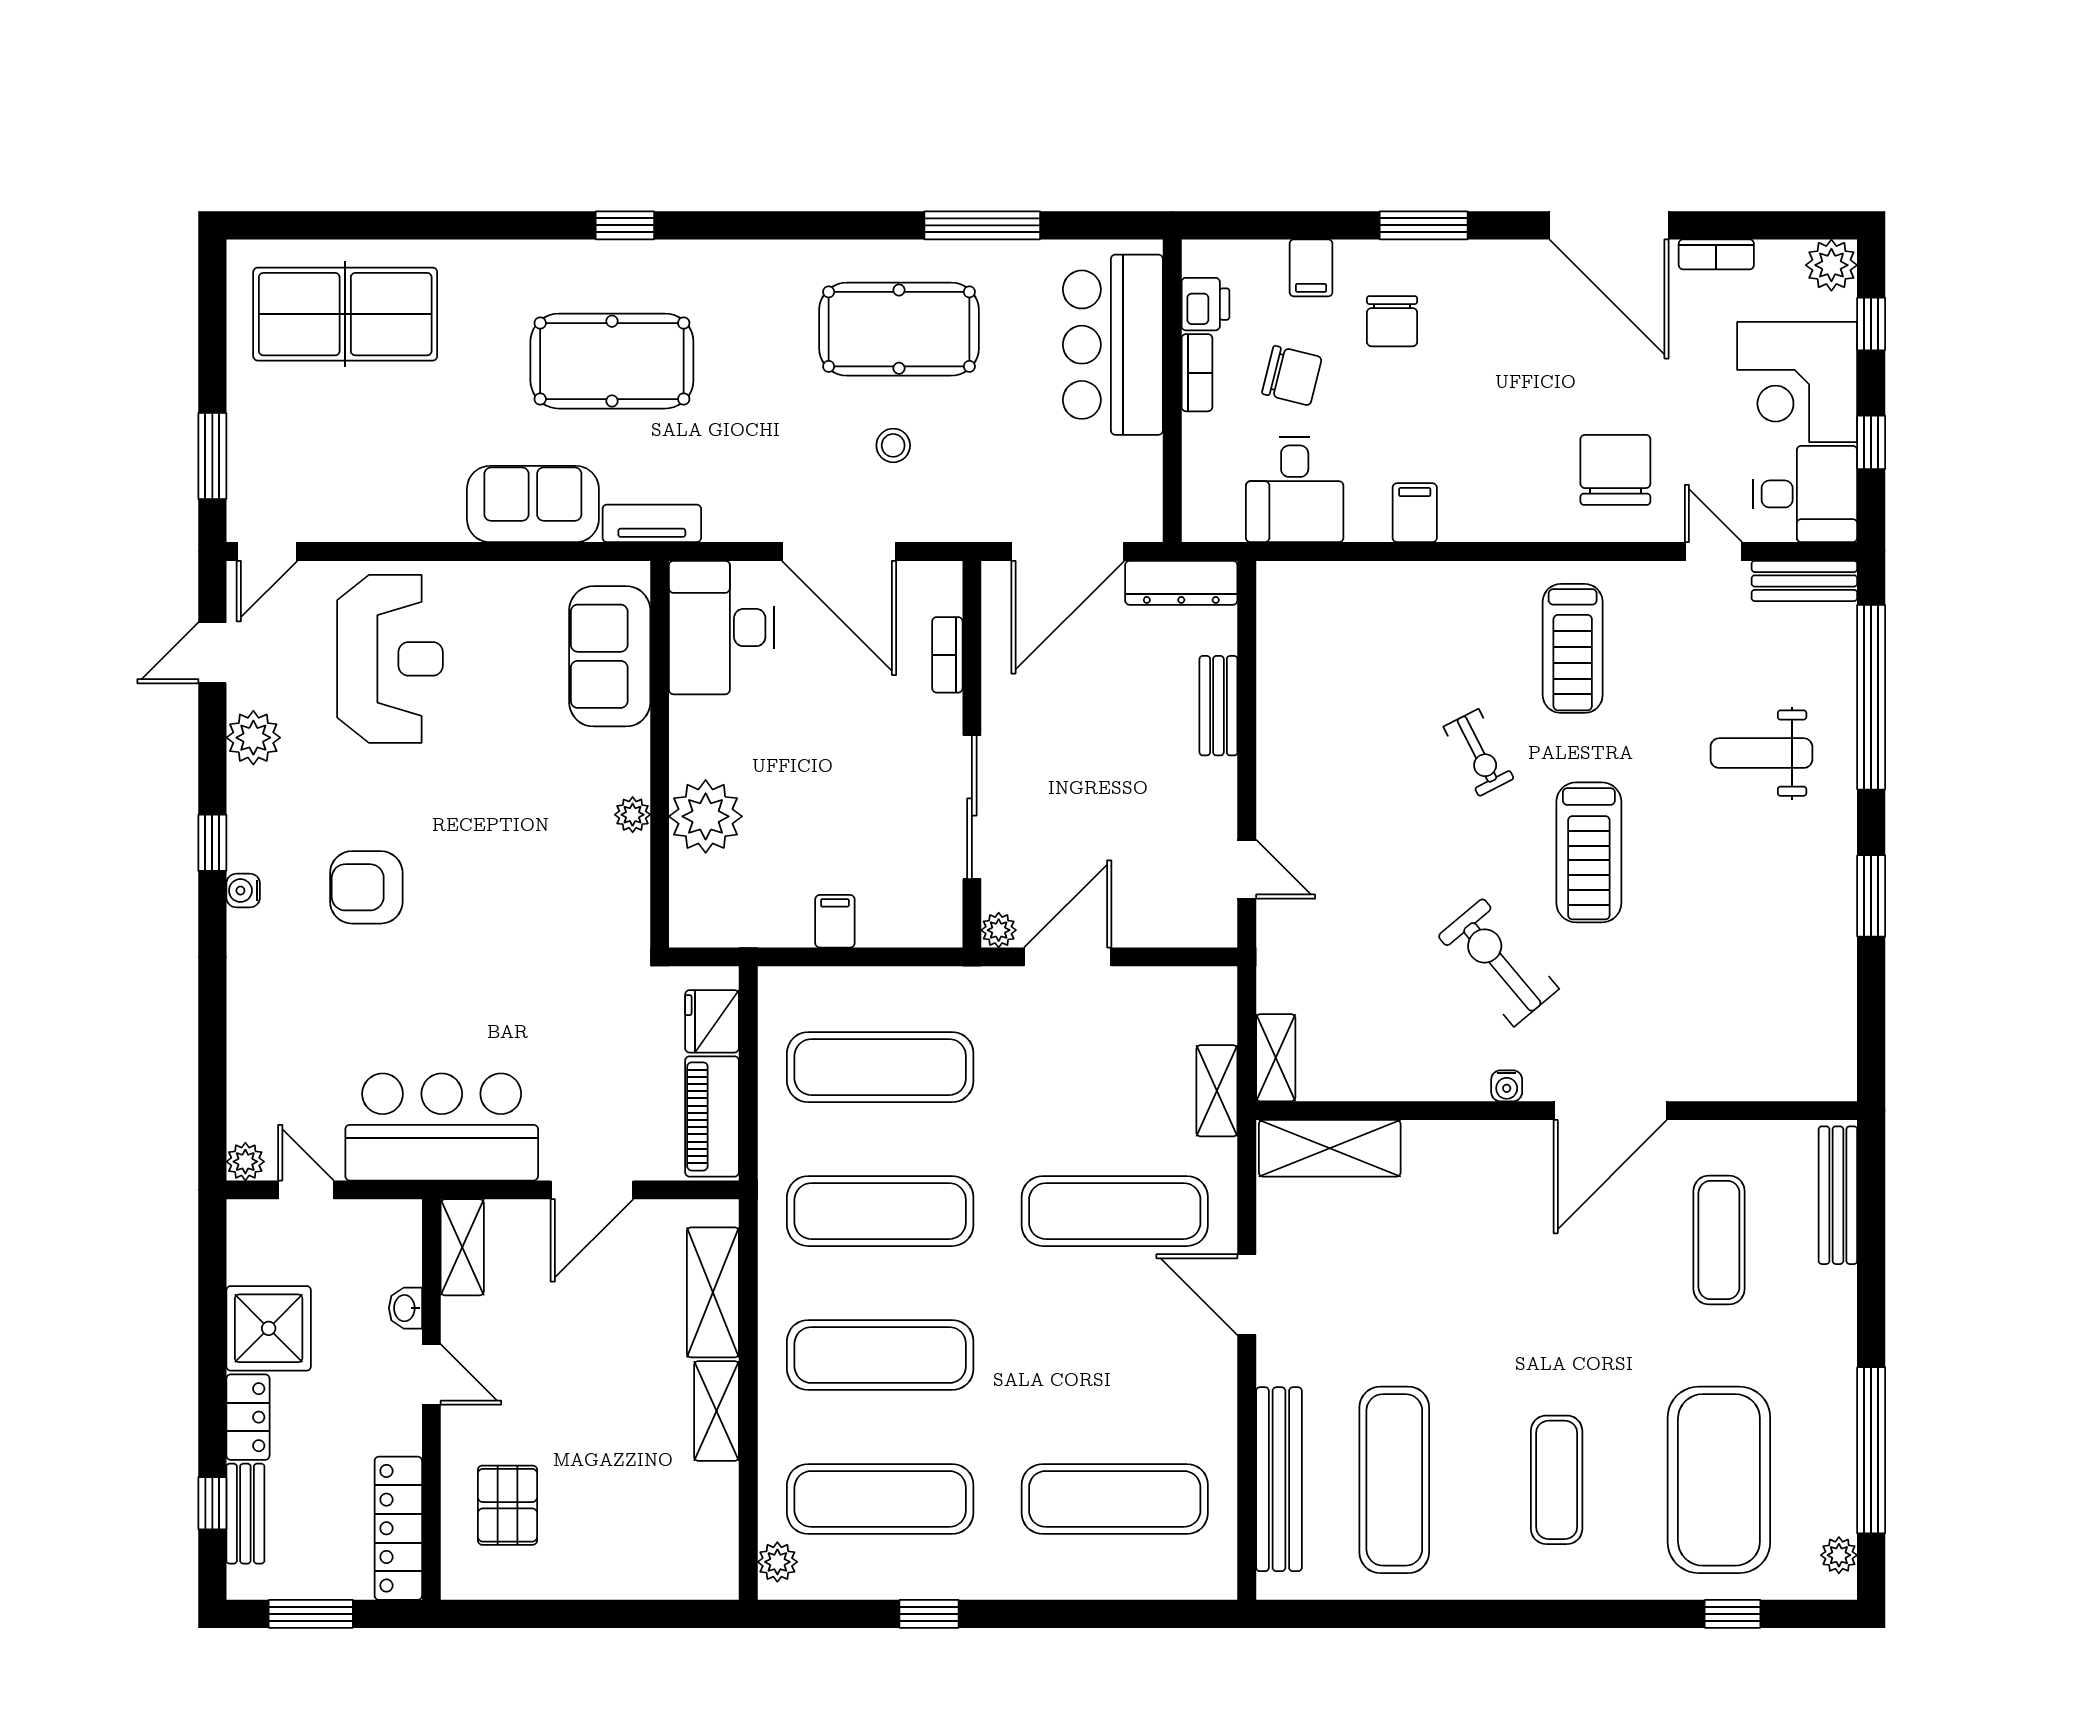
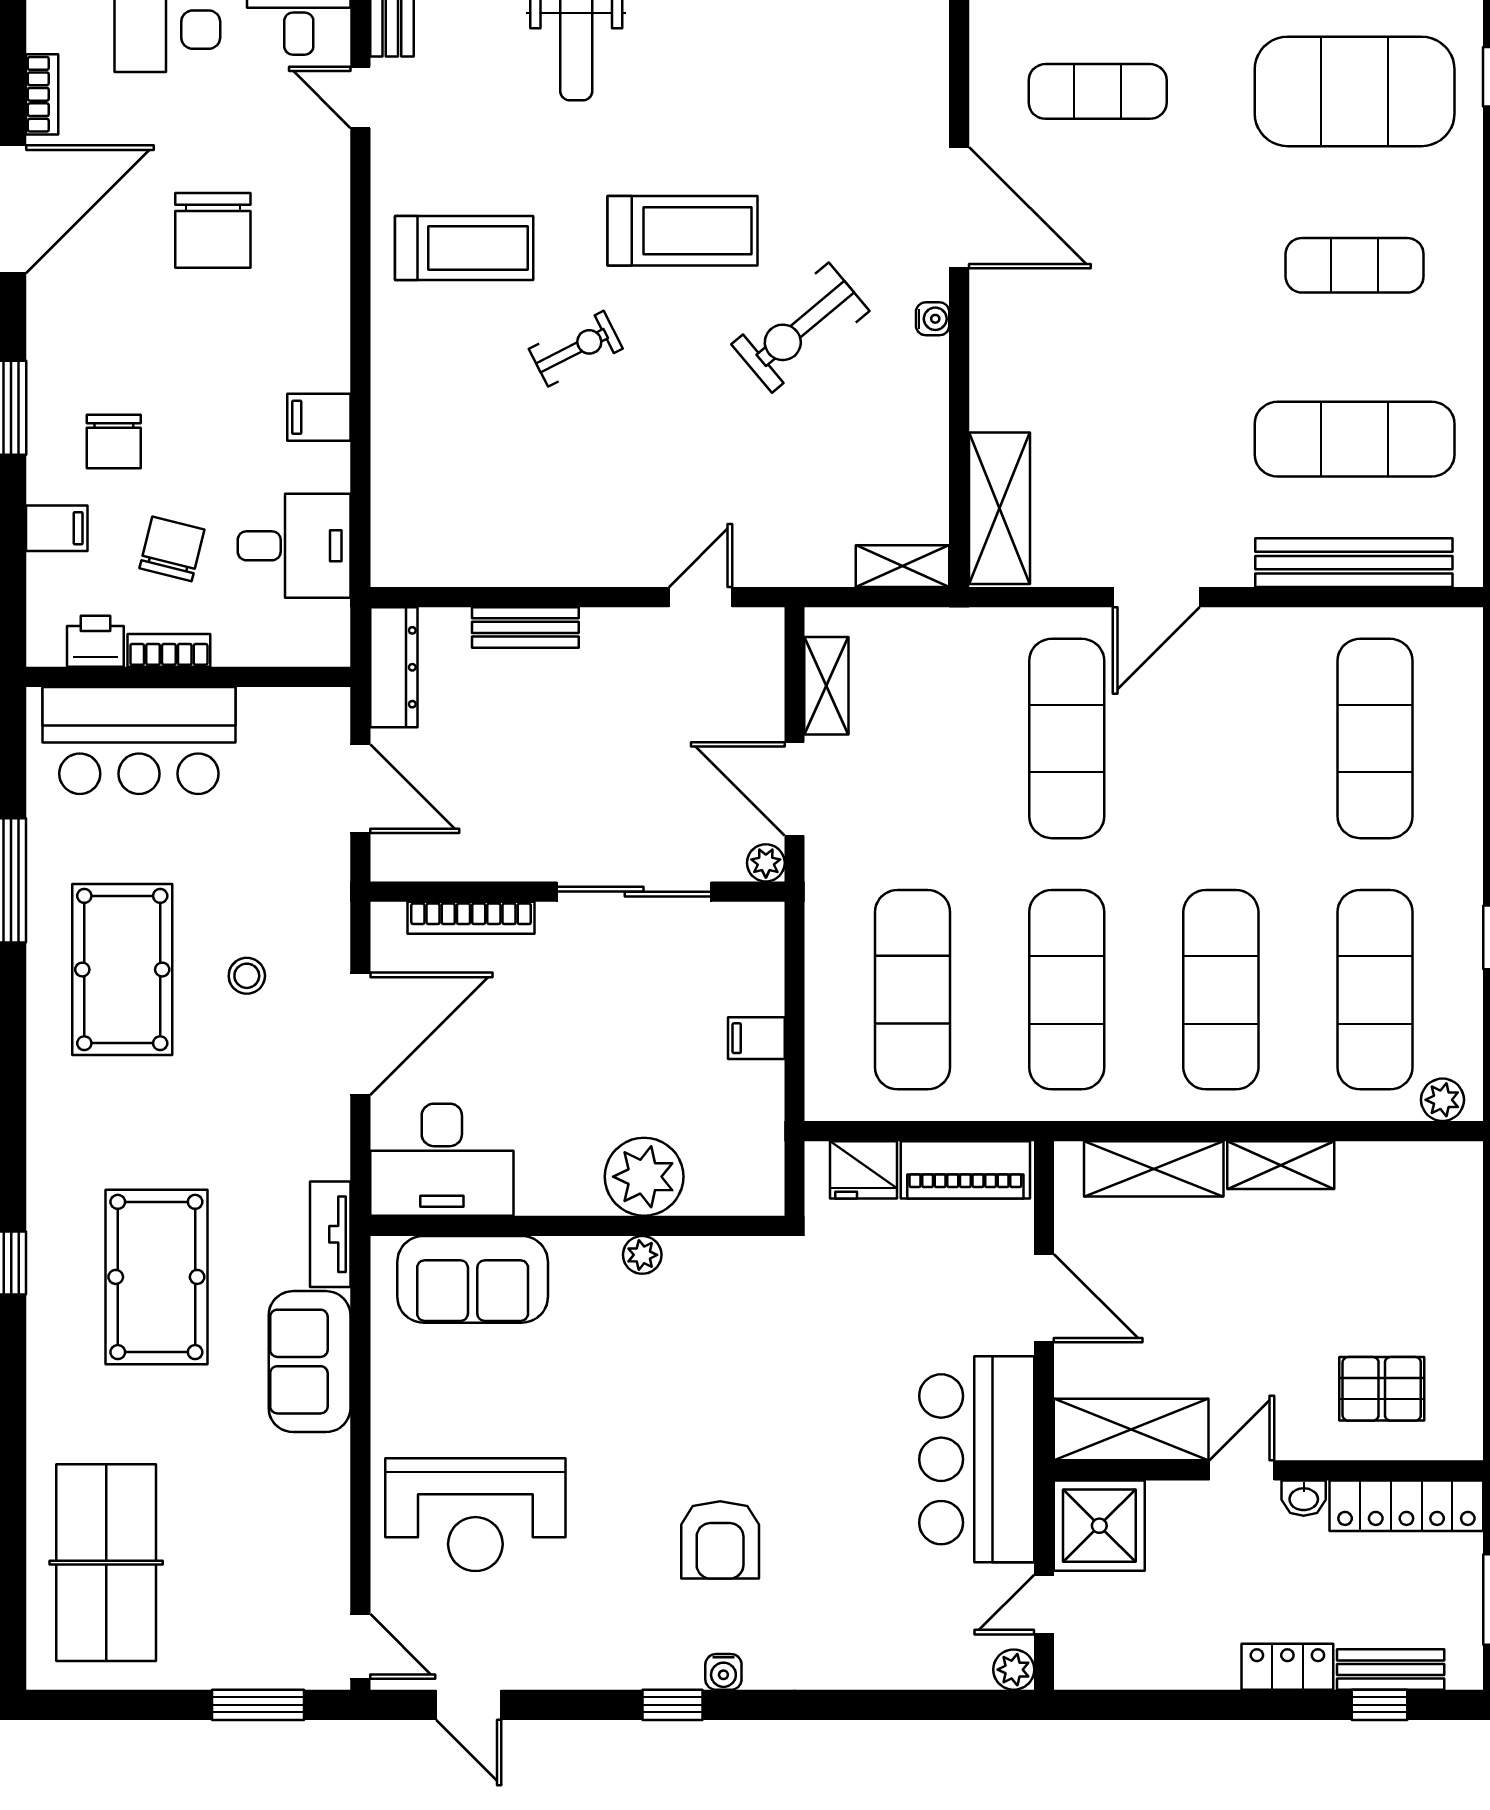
chair: (1392, 321) -> (114, 442), turned 90
chair: (1615, 470) -> (213, 230), moved, turned -90
door: (1068, 551) -> (360, 789), width x0.73
door: (1713, 551) -> (360, 97), hinge flipped
bookcase: (947, 655) -> (471, 918), width x1.56
reception desk: (390, 659) -> (475, 1515), turned 180
plant: (253, 738) -> (560, 1661), removed
shelving: (1217, 1091) -> (826, 686), moved, turned 90
shelving: (462, 1247) -> (1131, 1429), width x1.50, depth x1.33
washbasin: (405, 1308) -> (1304, 1498), moved
shower: (269, 1328) -> (1099, 1526), moved

